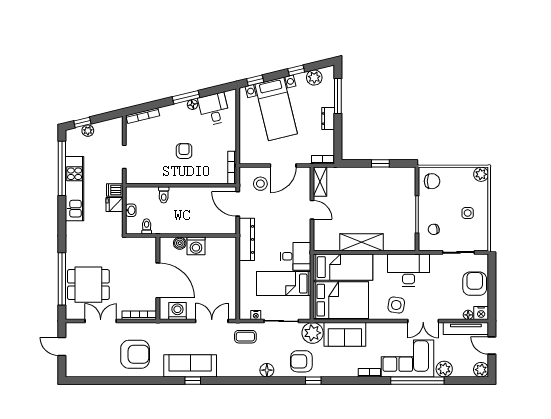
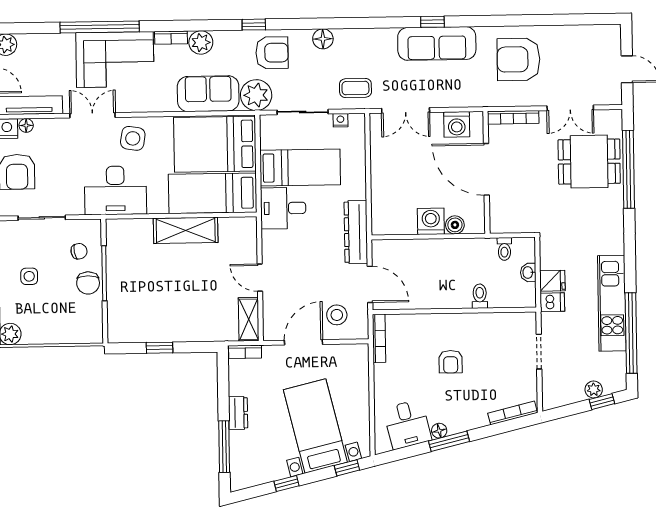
plant: (314, 78) -> (260, 473), removed
chair: (432, 181) -> (88, 283), moved, turned -90
plant: (444, 369) -> (201, 42), moved

